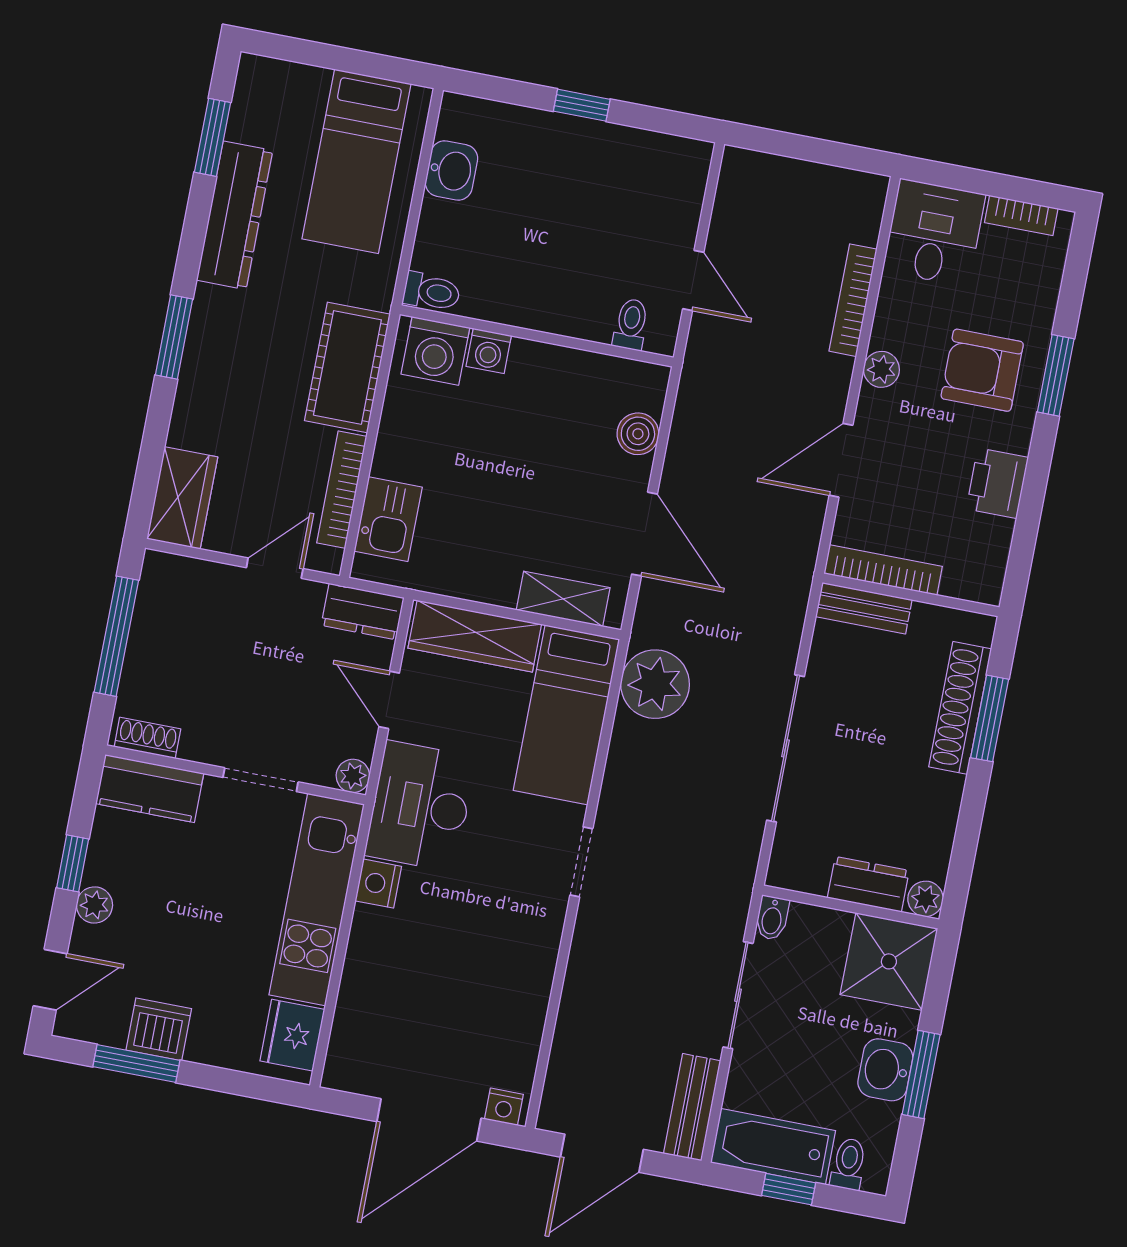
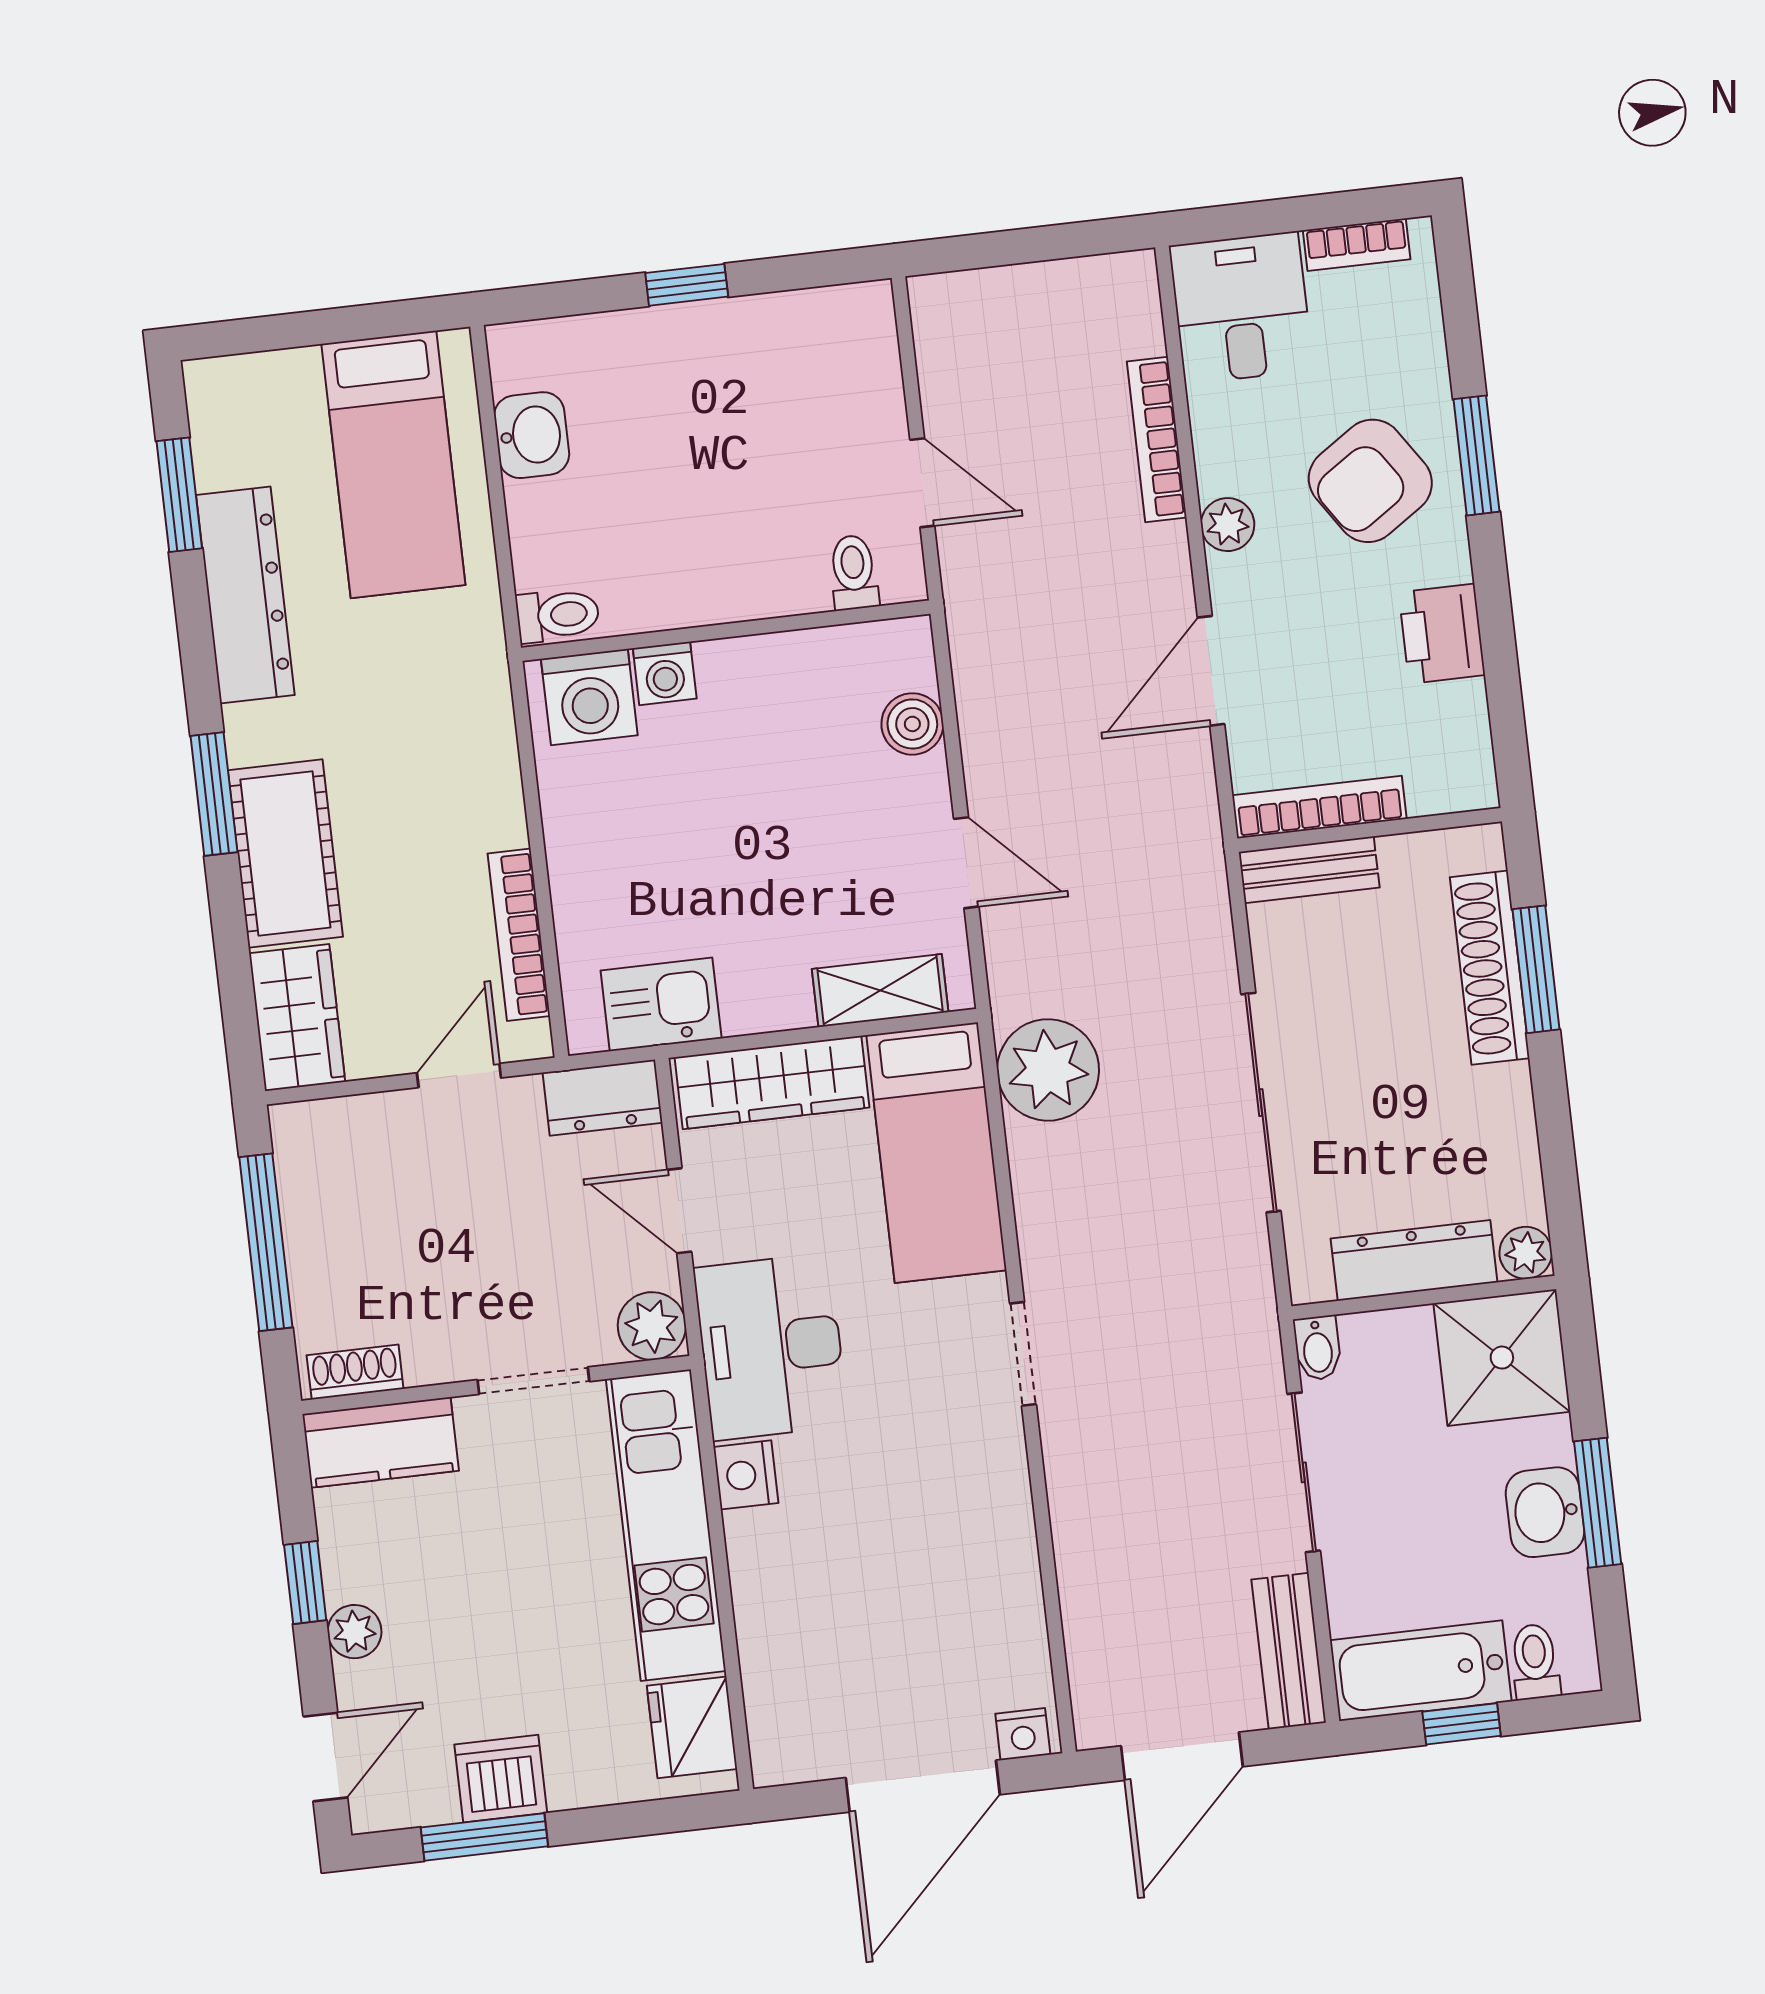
cot: (347, 367) -> (285, 853), moved
armchair: (982, 370) -> (1370, 481), turned -34
kitchen sink: (388, 519) -> (661, 1004), moved, turned -90
door: (644, 534) -> (966, 863), width x0.73
plant: (353, 776) -> (652, 1326), width x1.38, depth x1.38
dresser: (868, 884) -> (1414, 1260), width x1.44

